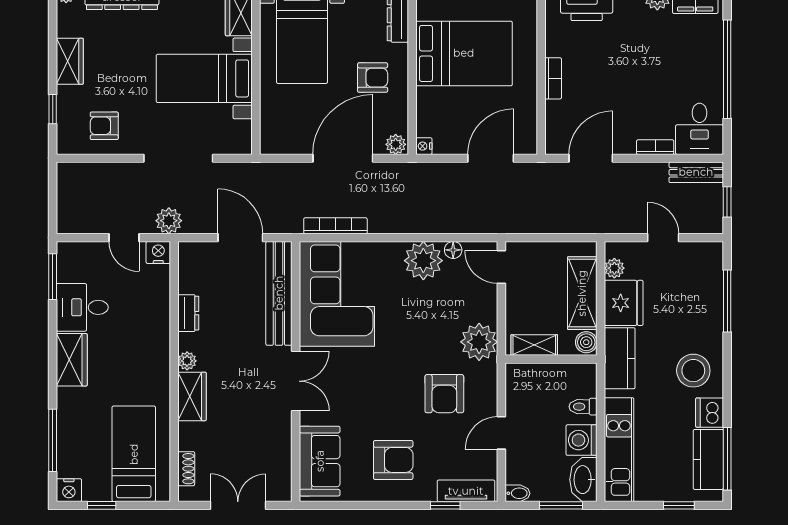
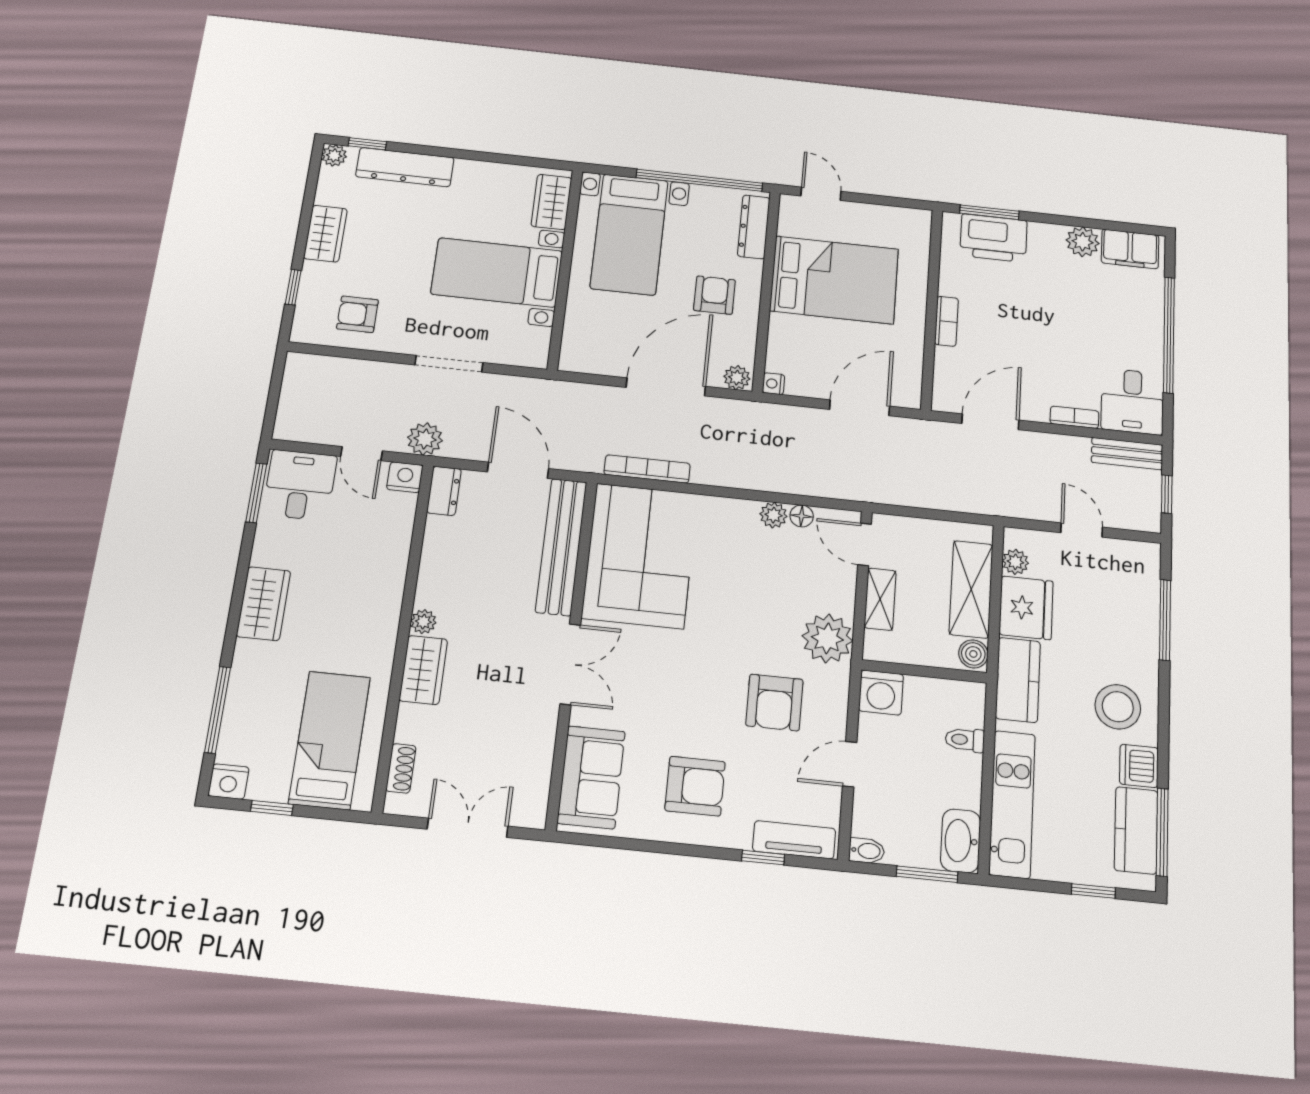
armchair: (373, 78) -> (714, 295), turned -90
doorway: (178, 158) -> (449, 364), width x0.73
plant: (423, 261) -> (773, 515), width x0.53, depth x0.53
desk: (82, 307) -> (300, 485), moved, turned 90
dresser: (188, 313) -> (444, 491), moved
shelving: (534, 345) -> (880, 599), moved, turned 90
washing machine: (582, 440) -> (881, 693), moved, turned -90

